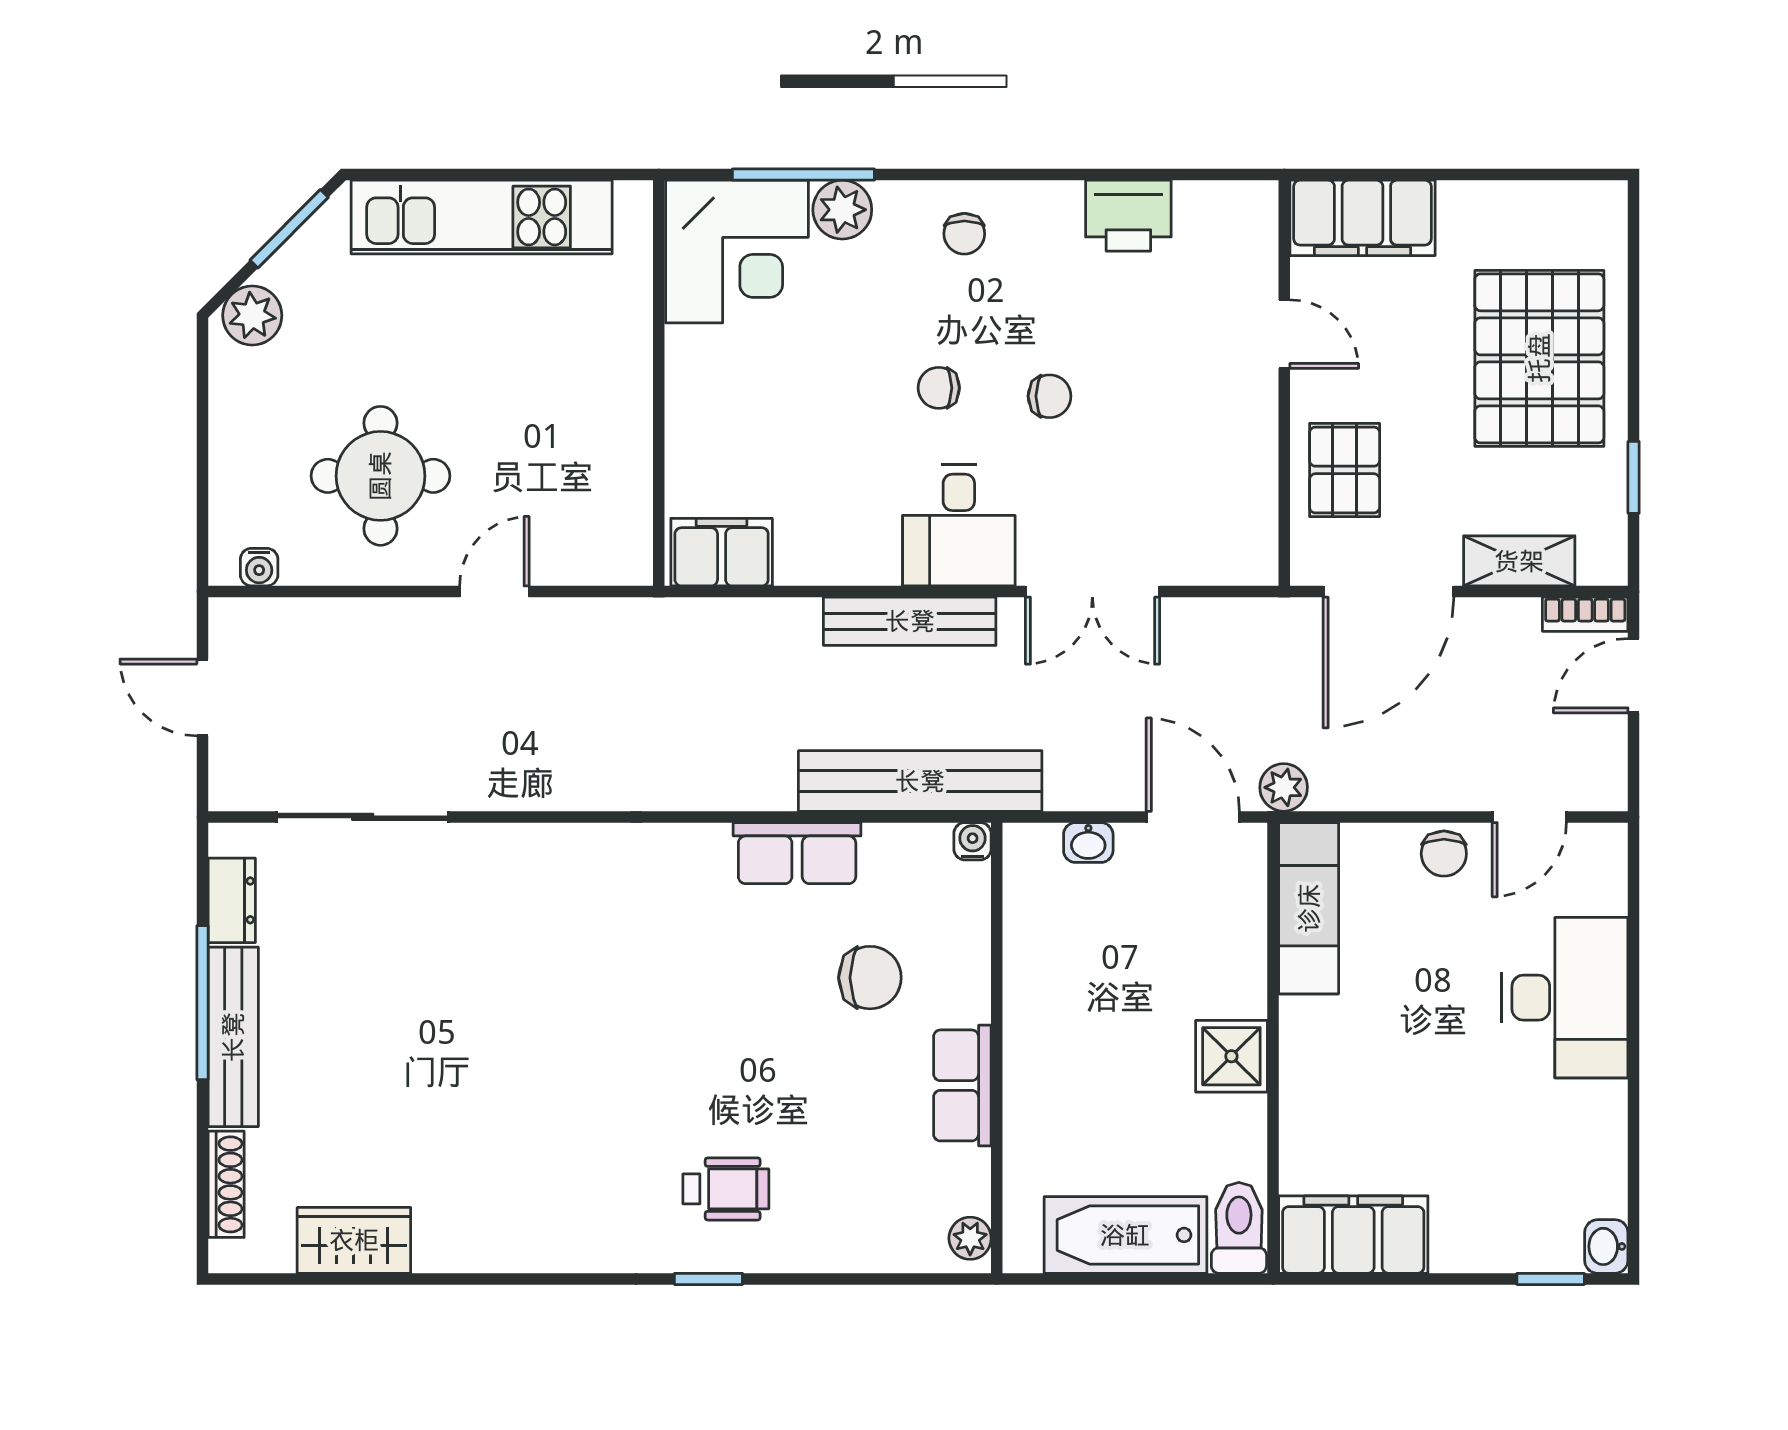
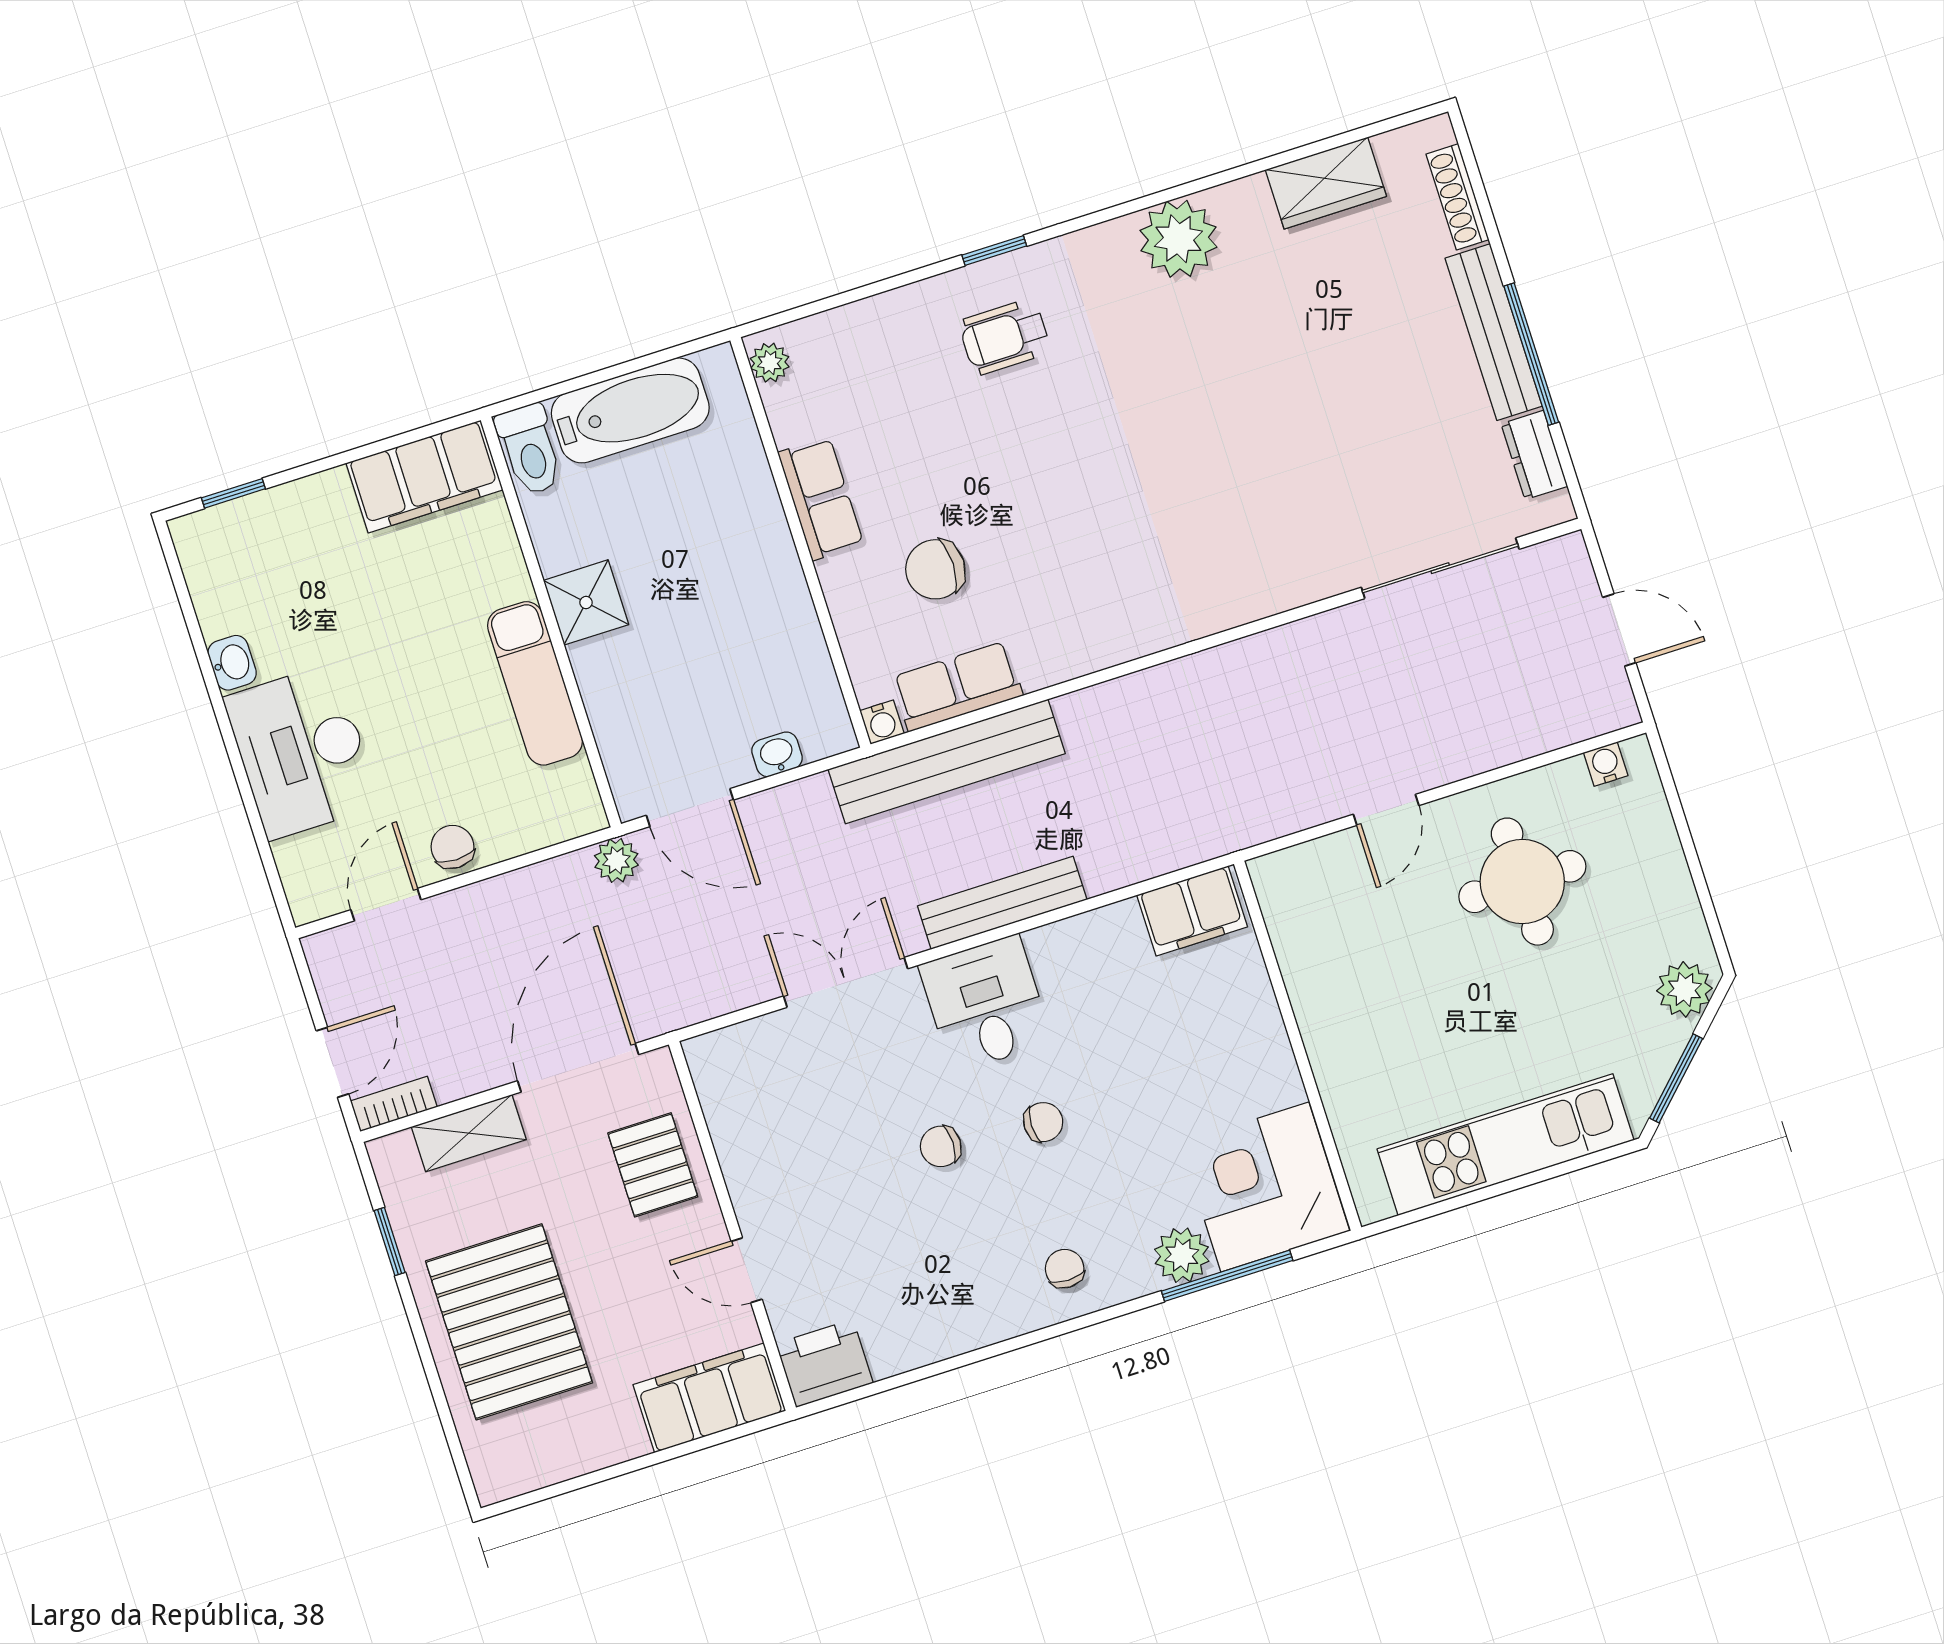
printer: (1128, 216) -> (825, 1363), moved
row of seats: (797, 853) -> (957, 686), moved
exam couch: (1309, 908) -> (535, 683), moved
plant: (520, 1232) -> (1178, 239), added
washbasin: (1606, 1246) -> (232, 663), moved

